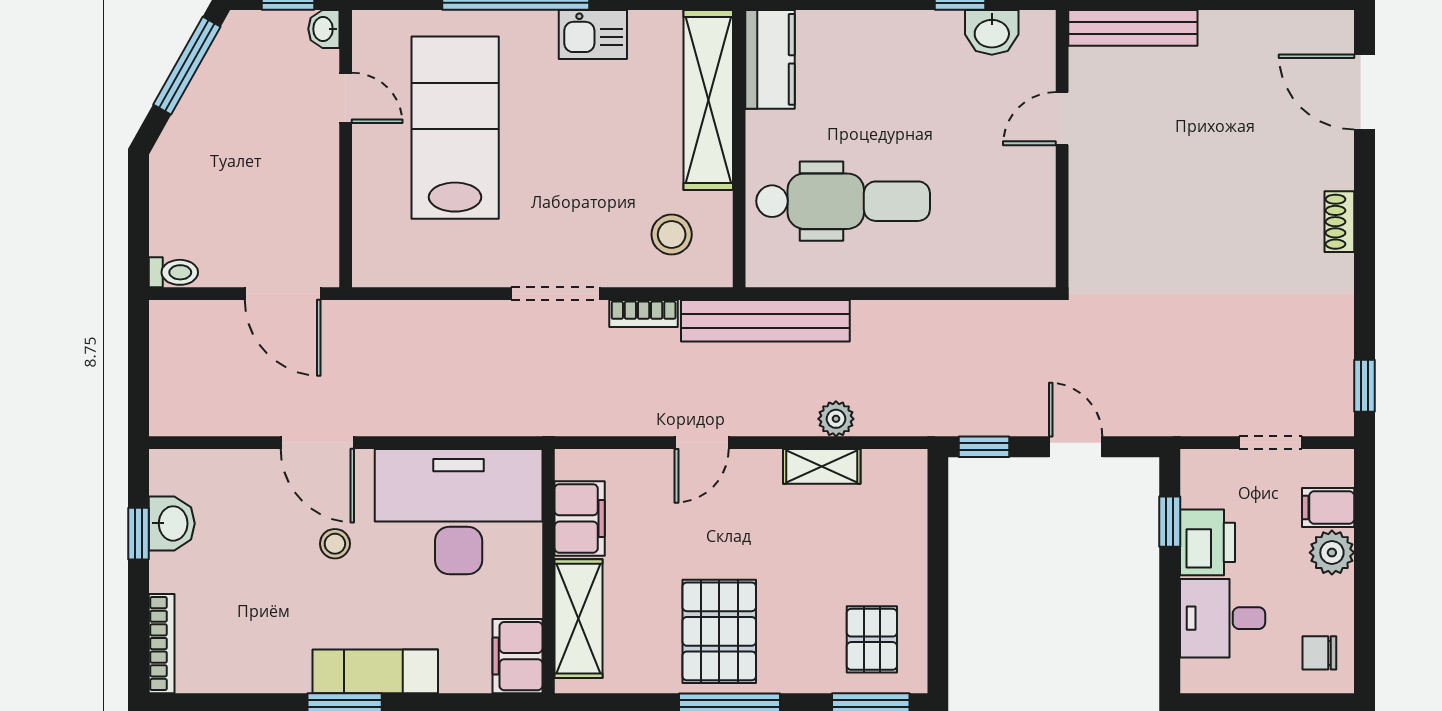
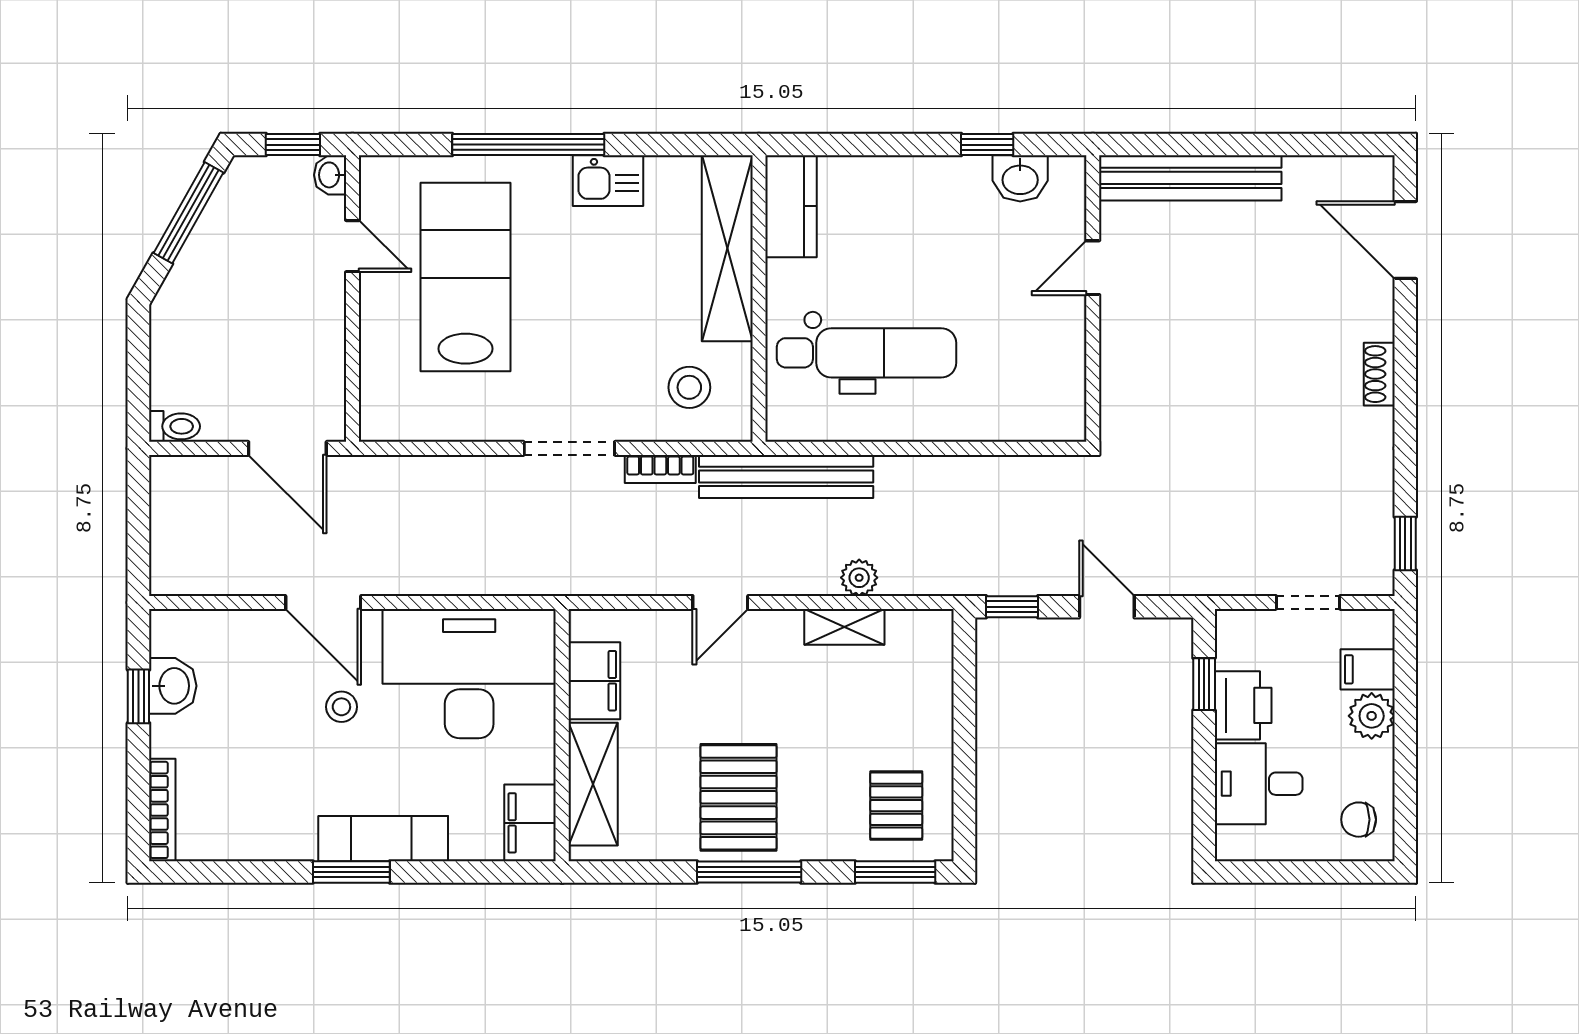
bench: (1133, 28) -> (1190, 178), width x1.37, depth x1.21

